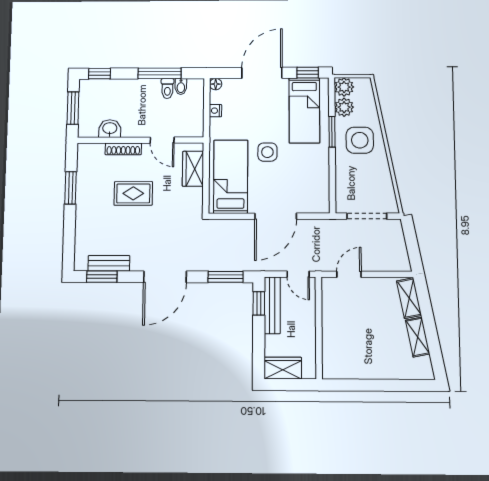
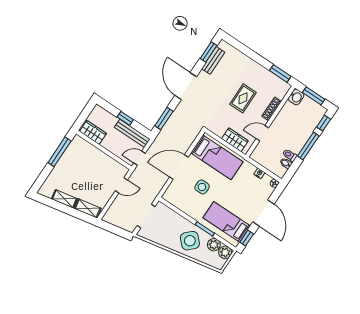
window: (160, 73) -> (308, 146), moved
washbasin: (110, 129) -> (296, 97), moved
side table: (360, 140) -> (190, 241), turned 45
side table: (267, 152) -> (202, 187), moved
window: (71, 188) -> (280, 73), moved
door: (276, 216) -> (179, 167), hinge flipped
door: (349, 274) -> (121, 185), hinge flipped
window: (259, 303) -> (125, 118), moved
wardrobe: (283, 368) -> (93, 132), moved, turned -90
window: (360, 385) -> (60, 152), added

